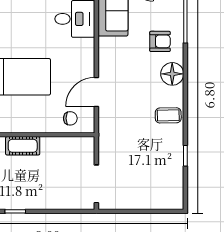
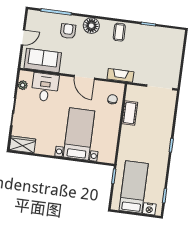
door: (96, 92) -> (84, 77), moved
fireplace: (106, 125) -> (120, 75), added
cot: (23, 146) -> (130, 113), moved

